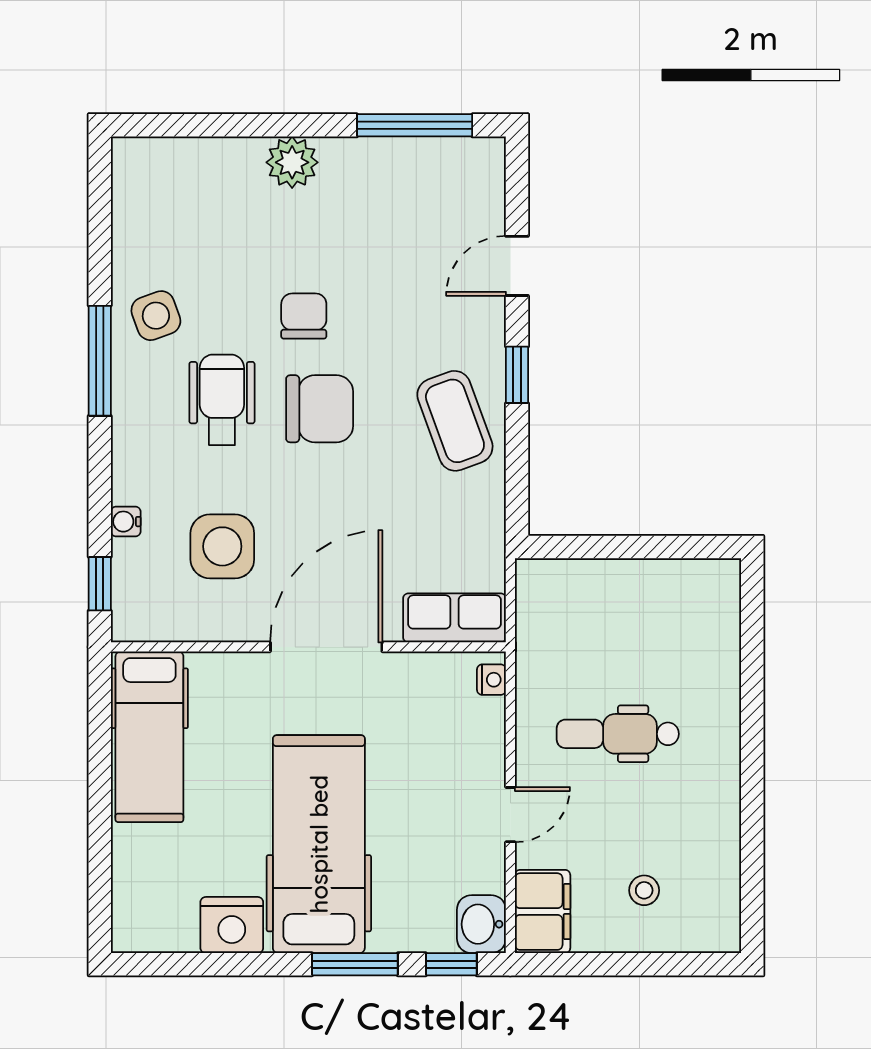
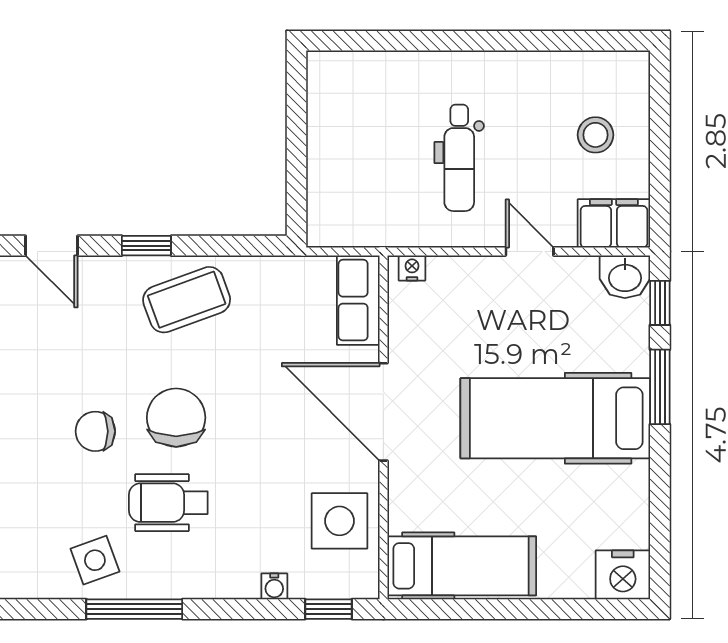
side table: (222, 546) -> (339, 521), moved
stool: (644, 890) -> (595, 135), width x1.37, depth x1.37
nightstand: (232, 925) -> (623, 575), moved, turned 90

